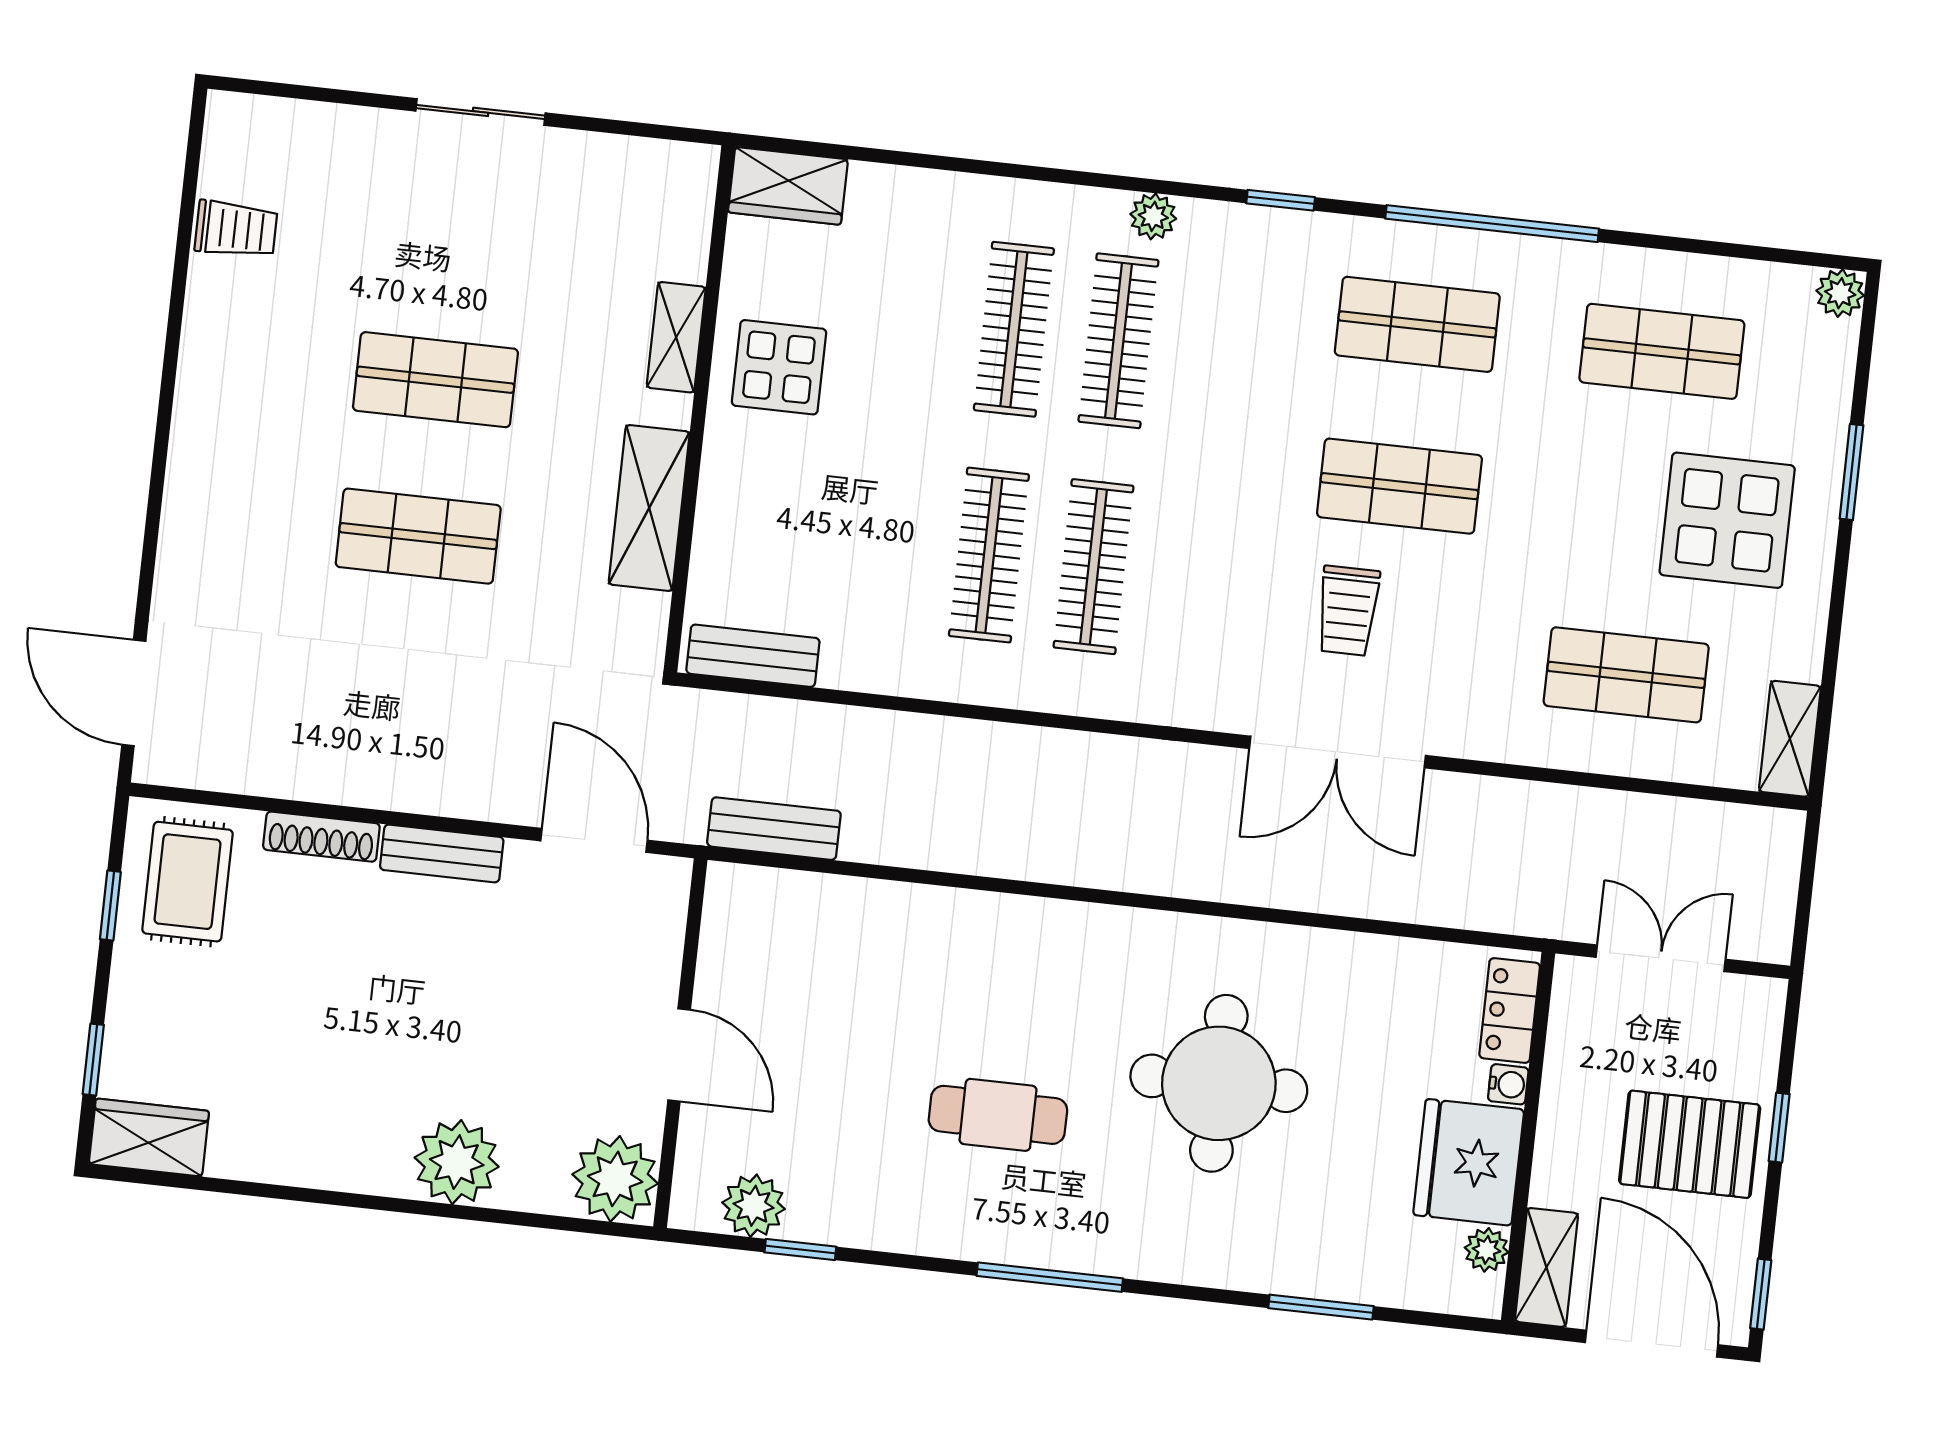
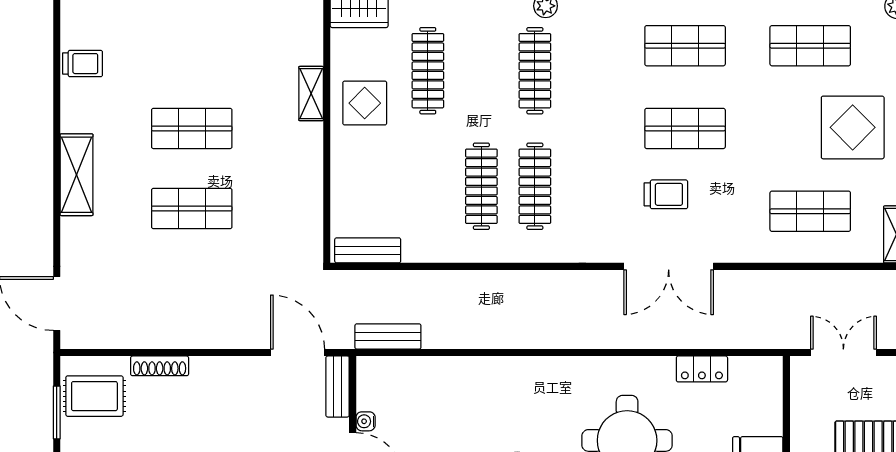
clothes rail: (1014, 329) -> (428, 71), moved
shelving: (649, 508) -> (77, 175), moved
trolley: (1348, 611) -> (666, 194), turned -90
bench: (442, 853) -> (338, 386), moved, turned 90
rug: (188, 882) -> (94, 396), turned 90
window: (110, 905) -> (57, 412), width x1.50
locker: (1510, 1011) -> (702, 369), moved, turned -90
water cooler: (1508, 1084) -> (366, 421), moved, turned 180

